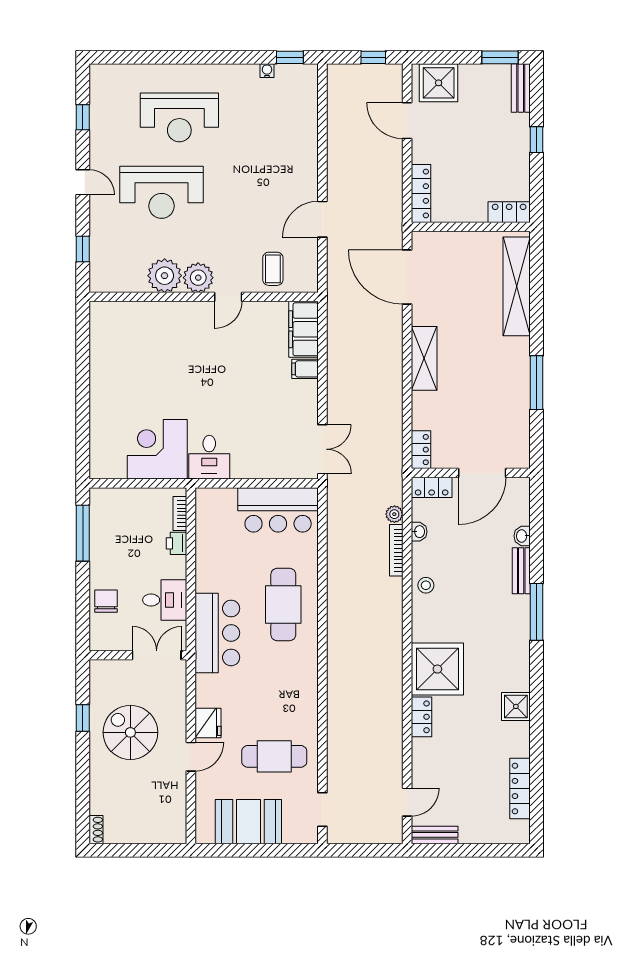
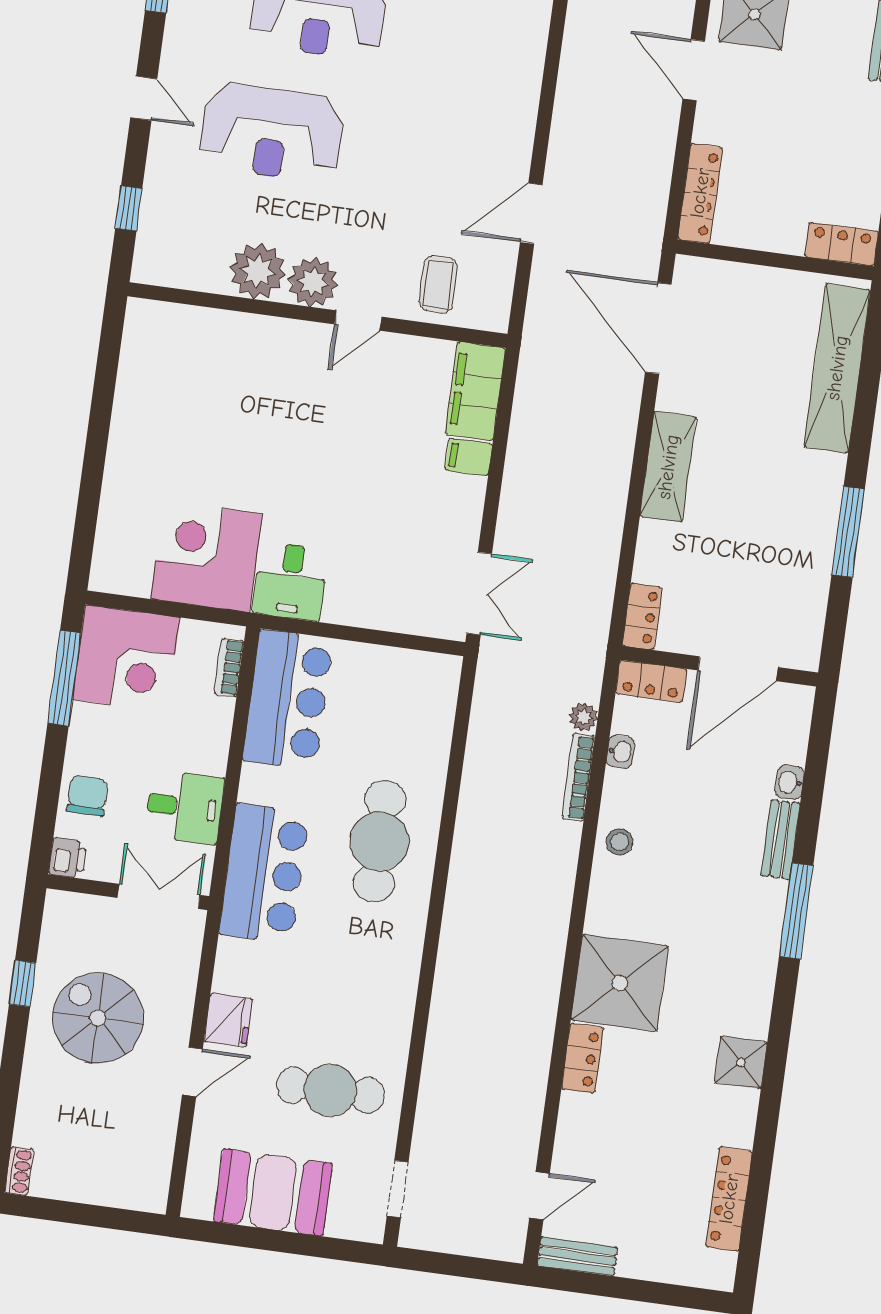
bar counter: (278, 510) -> (288, 700), moved, turned -90
corner desk: (118, 516) -> (126, 658), added
printer: (177, 543) -> (68, 858), moved, turned 180

